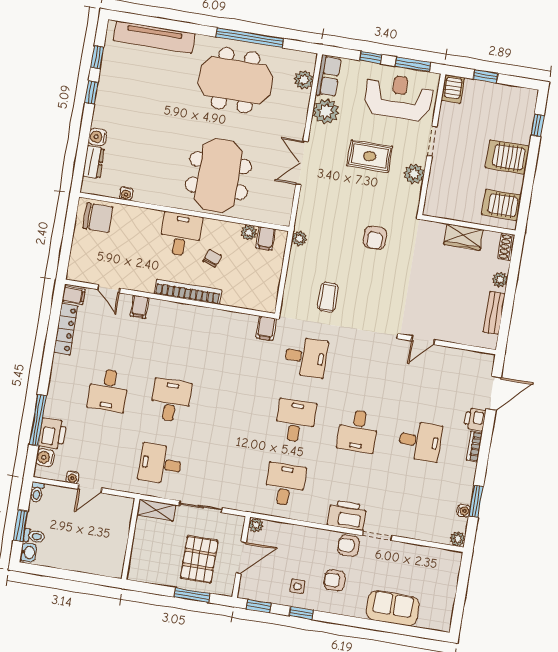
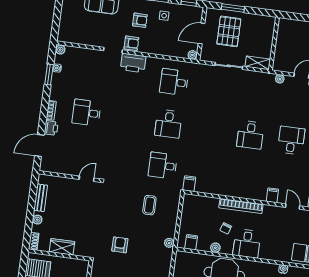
plant: (249, 233) -> (215, 248), moved
desk: (358, 431) -> (127, 118), removed
desk: (160, 464) -> (256, 93), removed
desk: (285, 484) -> (174, 82), turned 90
plant: (123, 485) -> (280, 79), added

